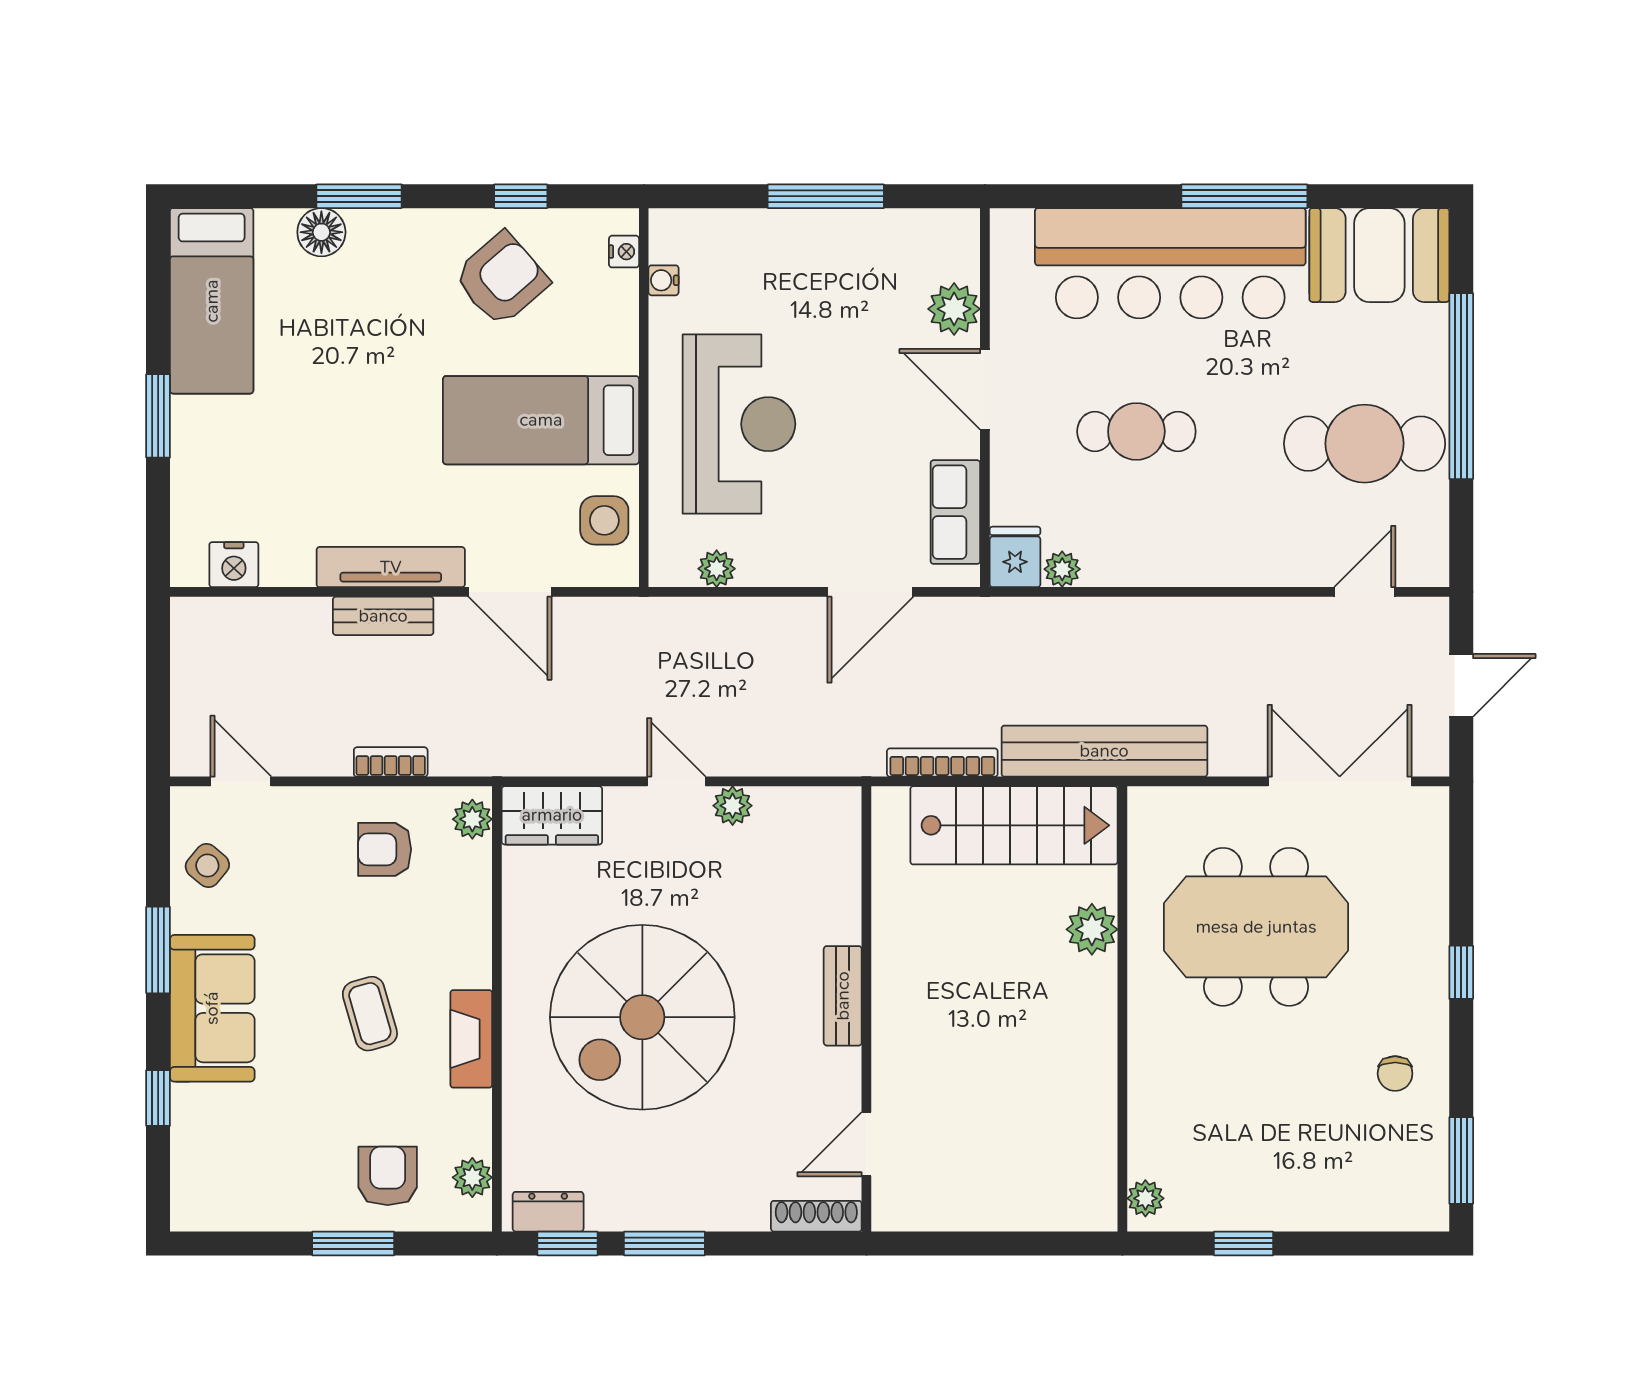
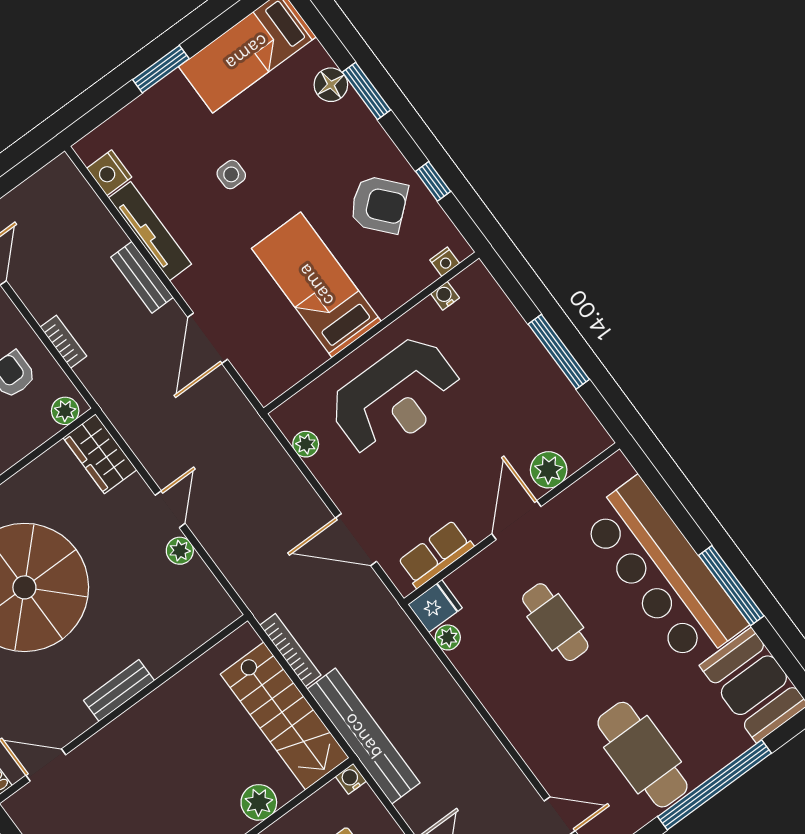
side table: (604, 520) -> (231, 174), moved, width x0.73, depth x0.73
tv unit: (391, 567) -> (150, 231), moved
water cooler: (1143, 802) -> (351, 779), added

